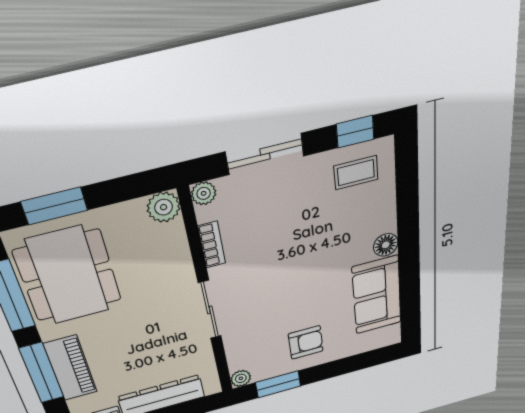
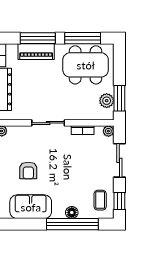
window: (54, 206) -> (119, 98), moved
plant: (164, 207) -> (107, 101), moved
window: (408, 214) -> (72, 224), added
floor lamp: (386, 245) -> (72, 213), moved
armchair: (306, 342) -> (28, 171), moved

